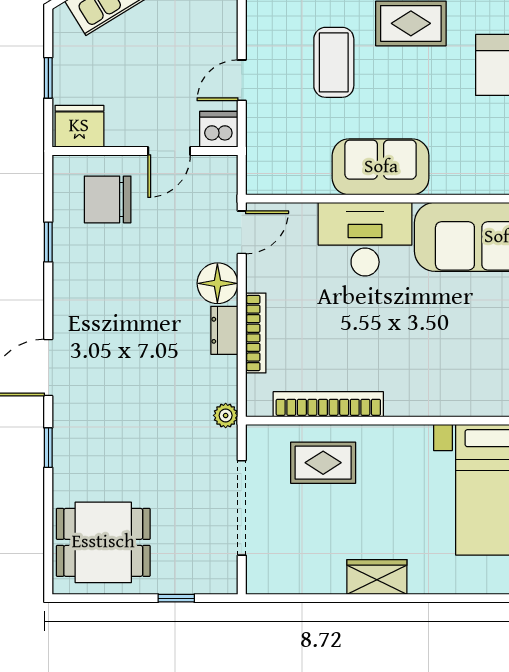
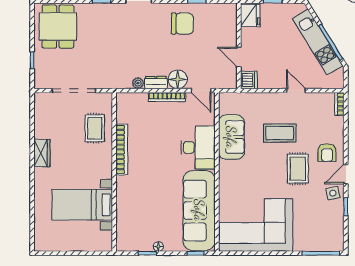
door: (242, 80) -> (296, 91), moved
sofa: (381, 167) -> (231, 137), moved
chair: (108, 199) -> (182, 24), moved, turned 90
bookcase: (256, 333) -> (167, 97), moved
bookcase: (328, 404) -> (122, 150), moved
plant: (226, 415) -> (138, 83), moved

